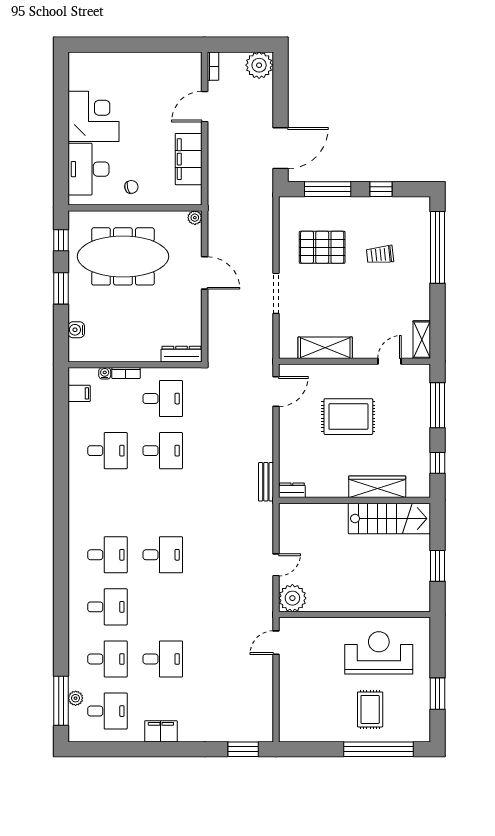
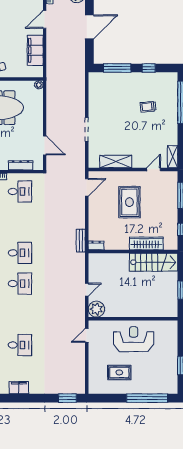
door: (280, 148) -> (89, 27), moved
pallet: (322, 247) -> (114, 102), removed
door: (205, 273) -> (45, 145), moved
dresser: (182, 354) -> (21, 165), moved
rug: (348, 417) -> (129, 202), turned 90
desk: (163, 451) -> (20, 253), moved
reception desk: (379, 653) -> (134, 339), moved
rug: (370, 709) -> (119, 372), moved, turned 90

